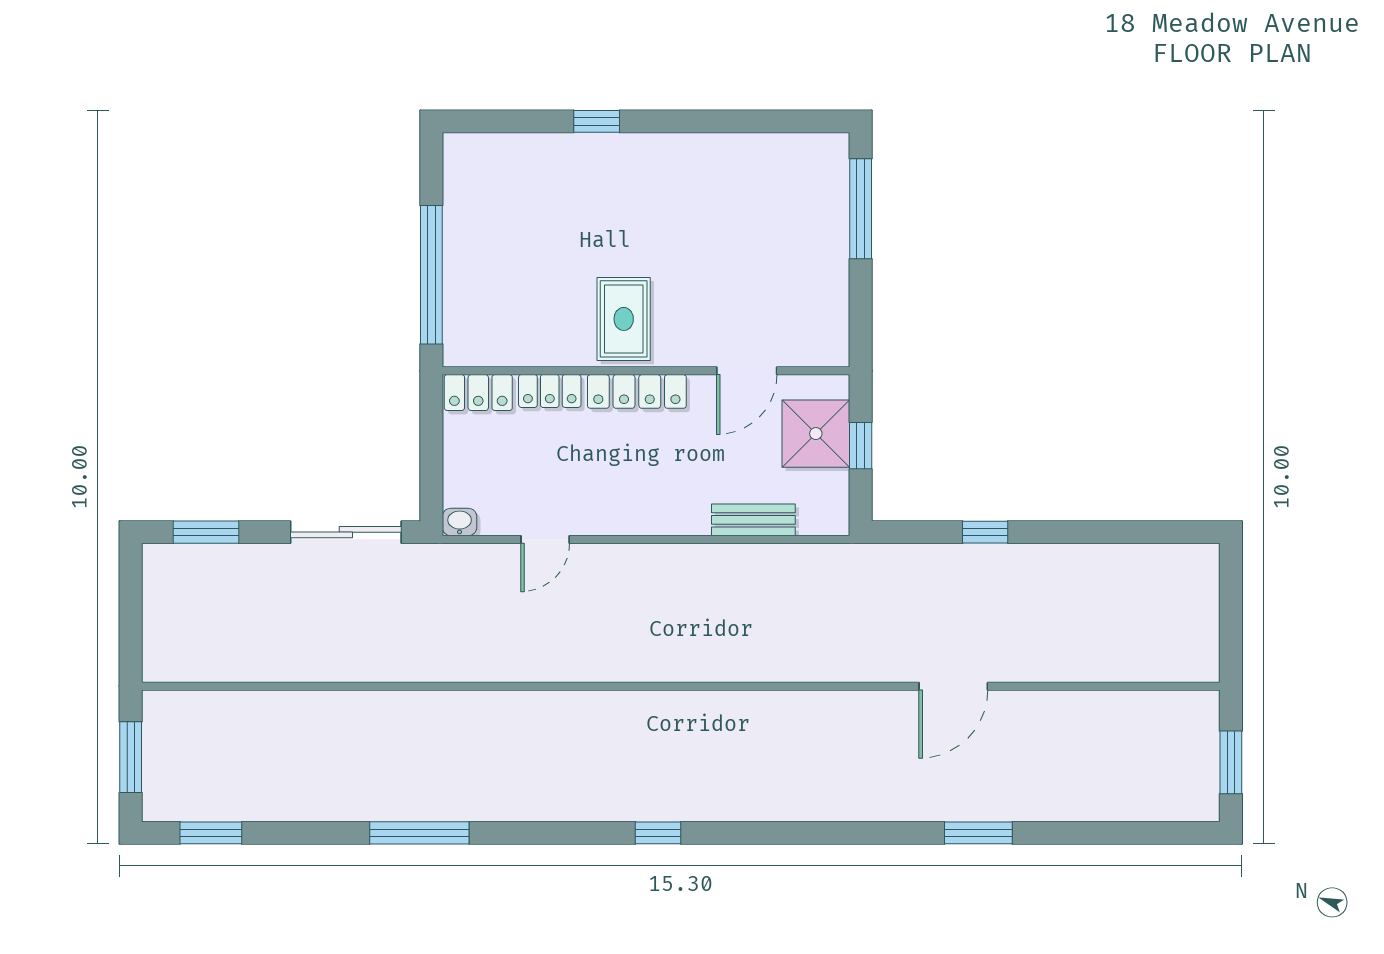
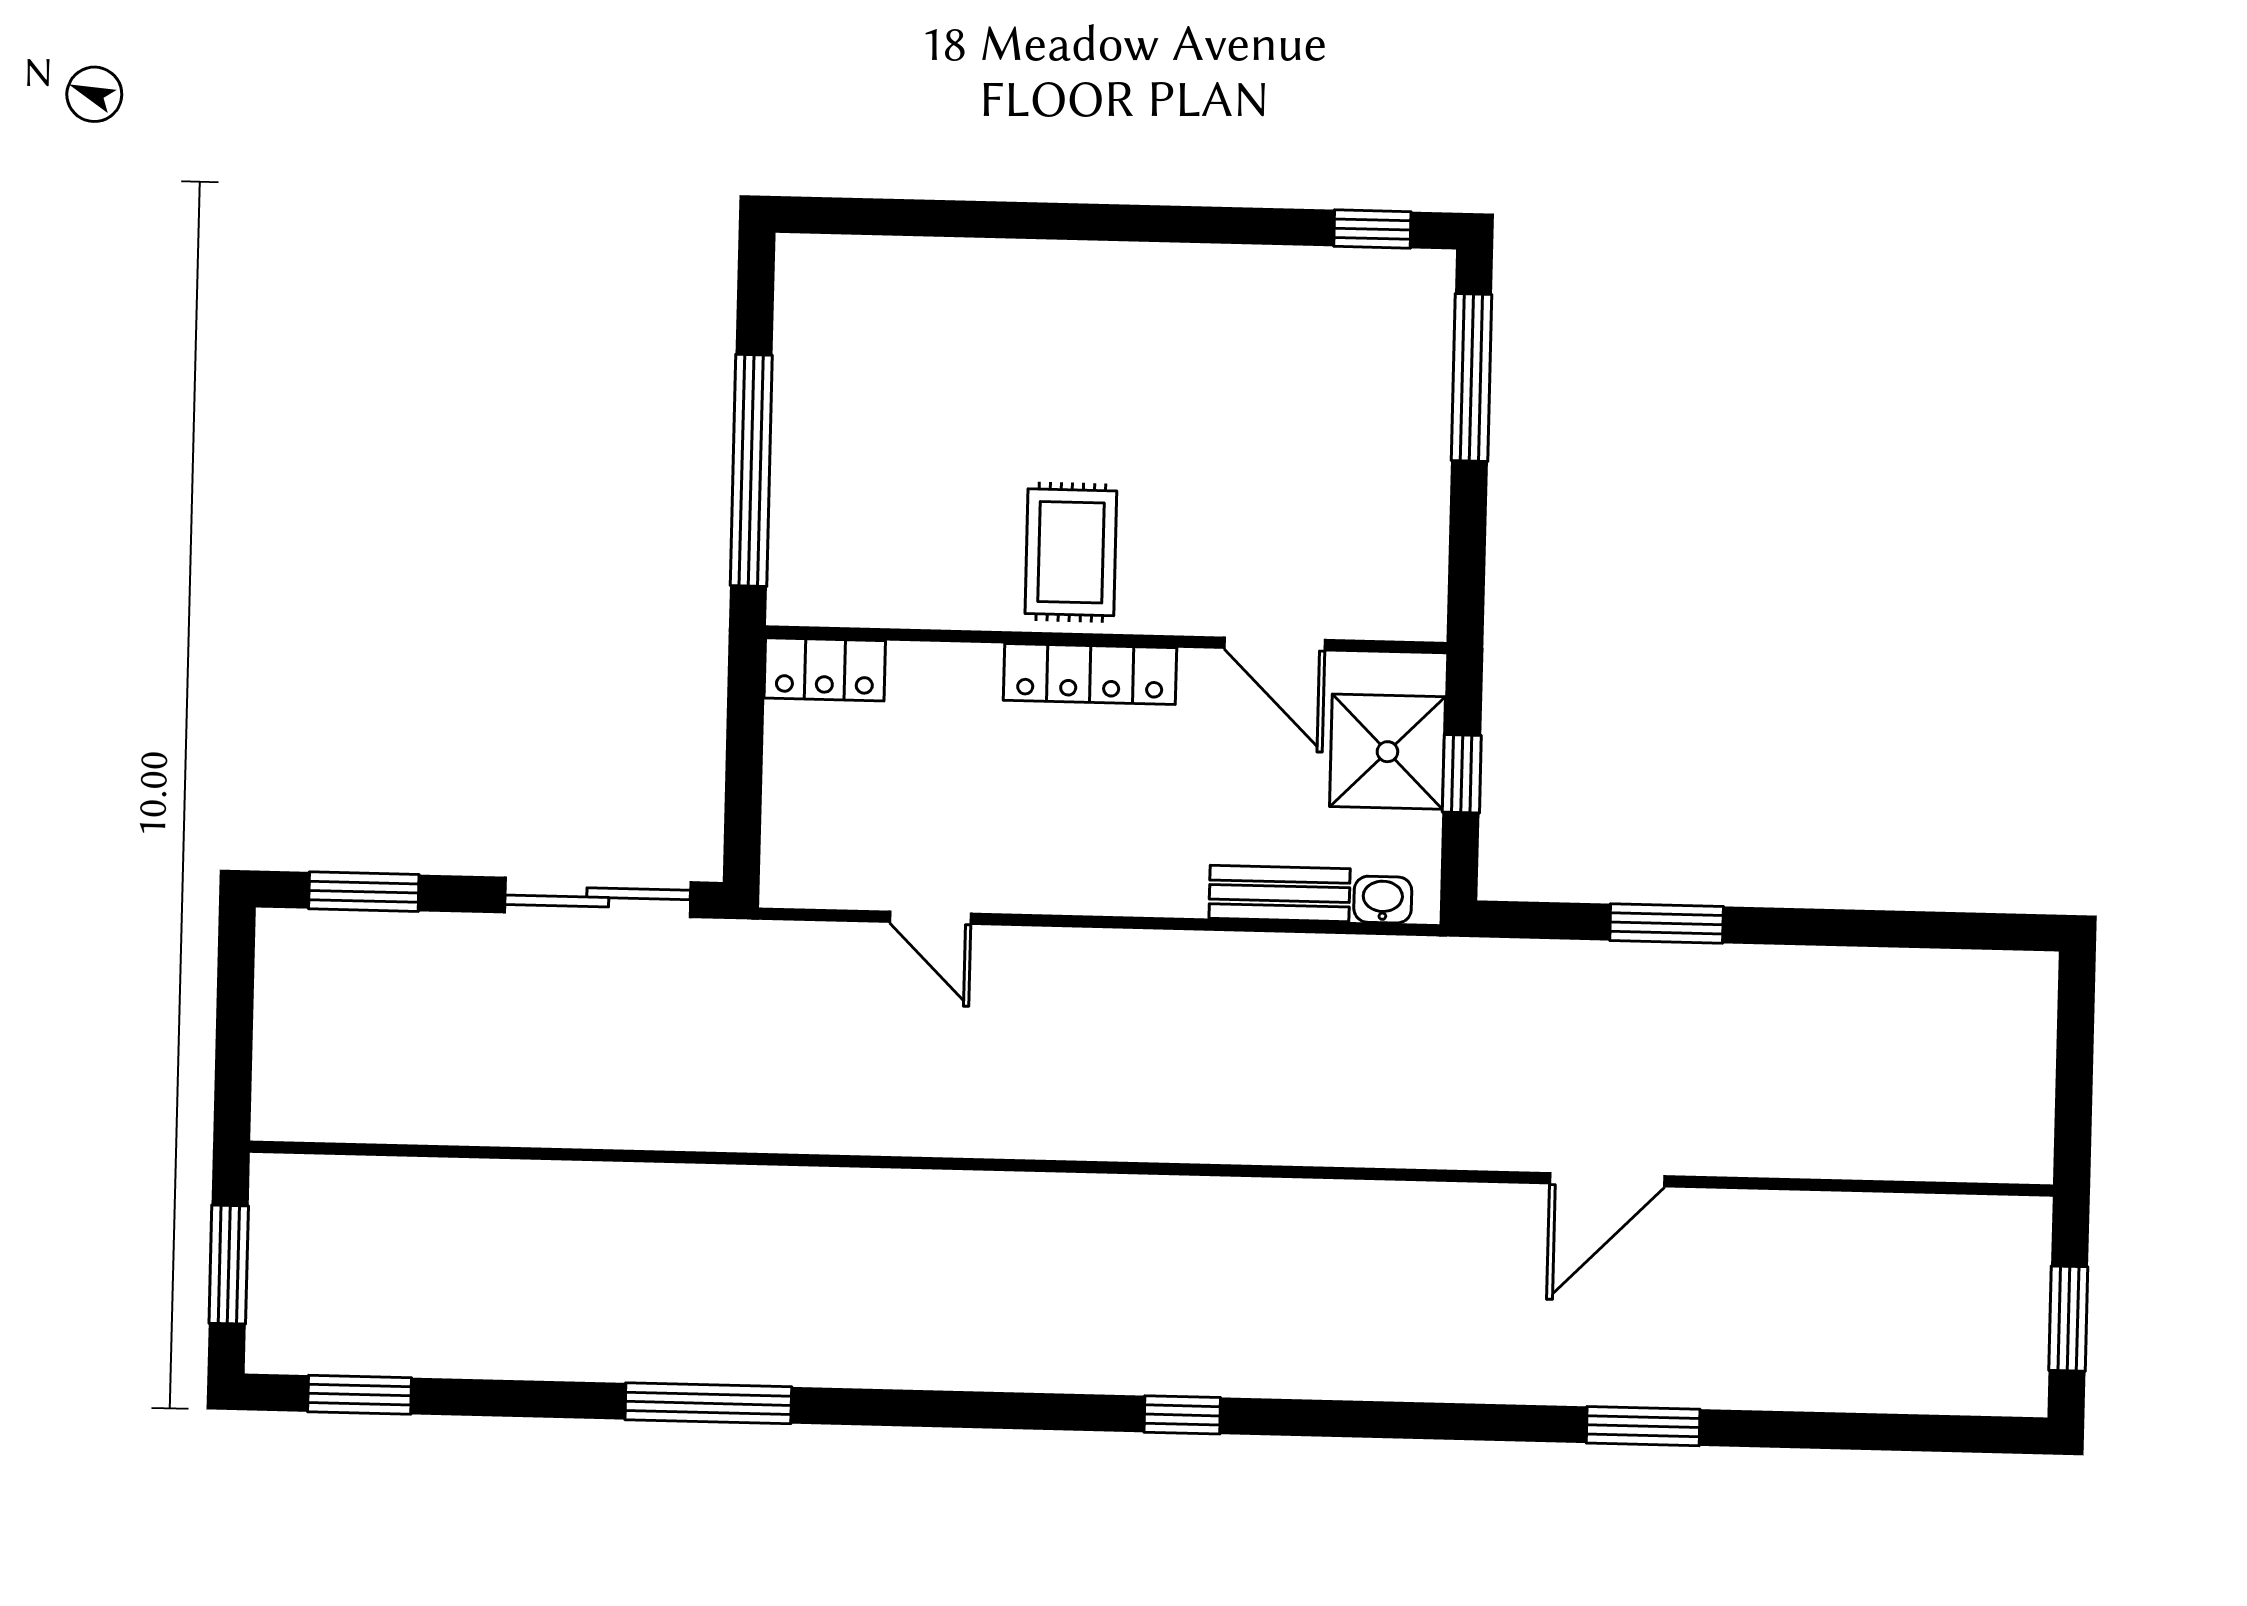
window: (597, 121) -> (1372, 229), moved
door: (747, 371) -> (1275, 644), hinge flipped
locker: (550, 391) -> (944, 670), removed
washbasin: (460, 522) -> (1383, 900), moved
window: (985, 532) -> (1667, 923), width x1.50
door: (545, 539) -> (930, 918), hinge flipped
window: (658, 833) -> (1182, 1415), moved

